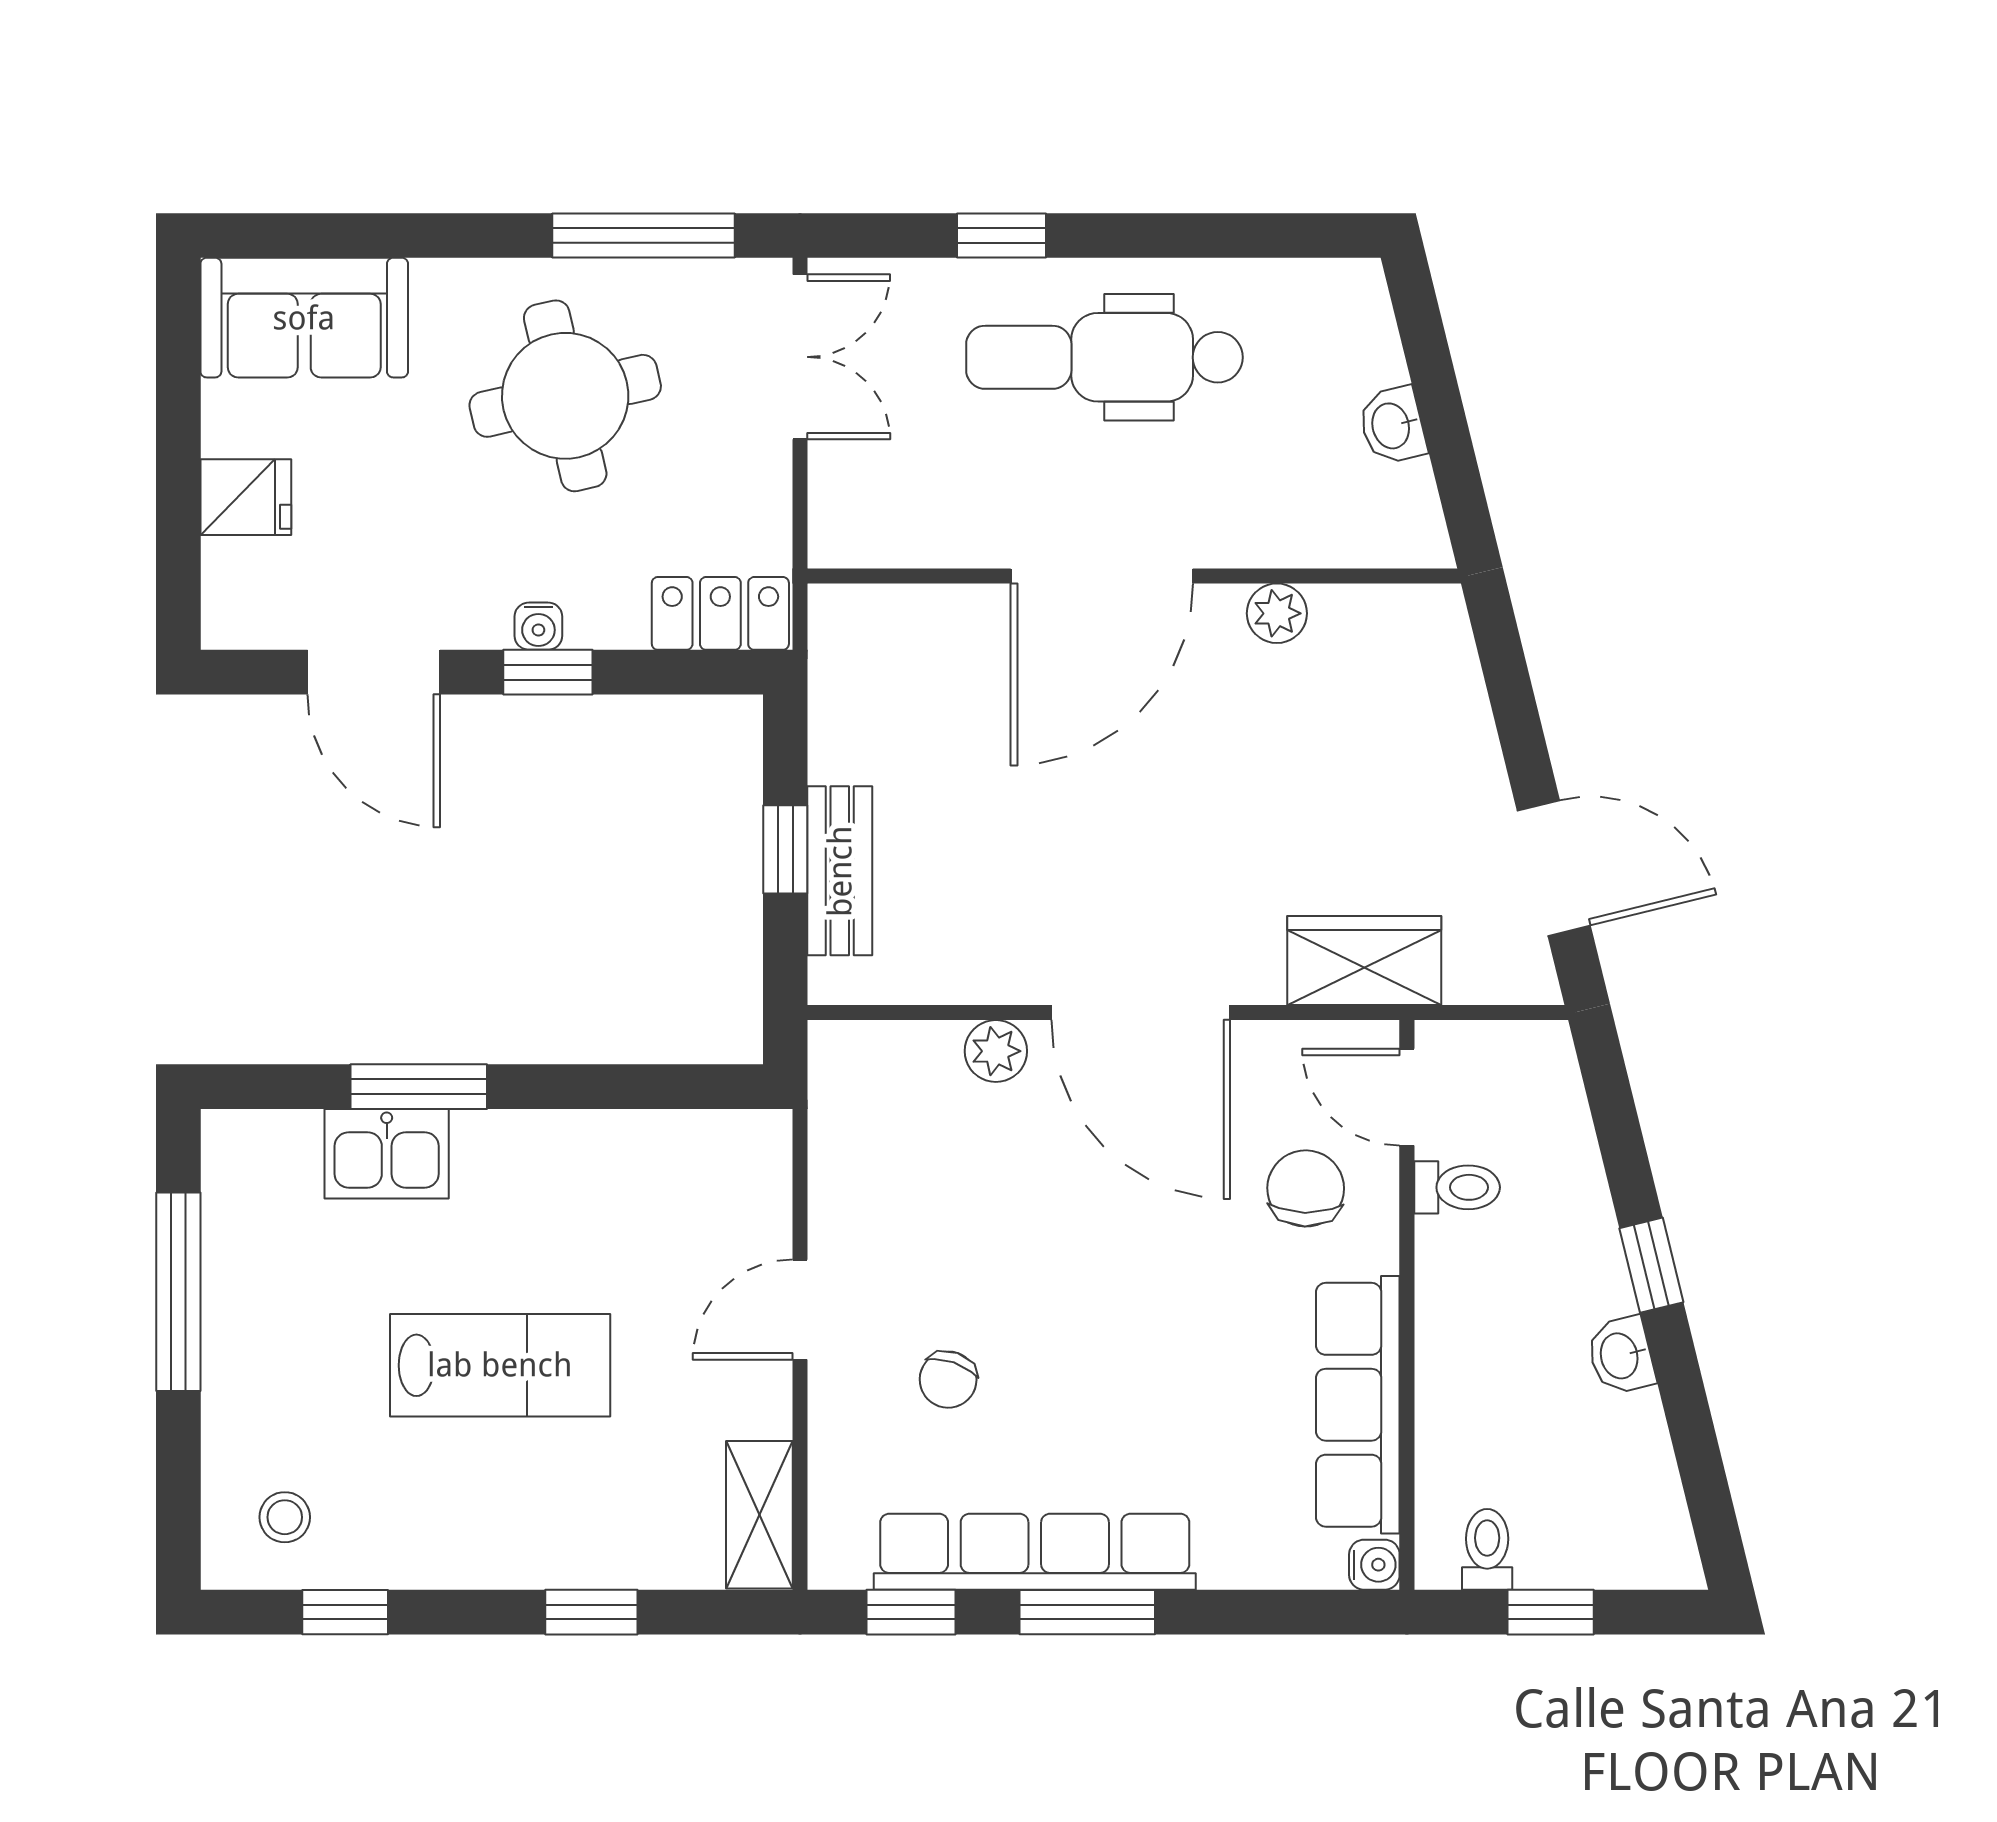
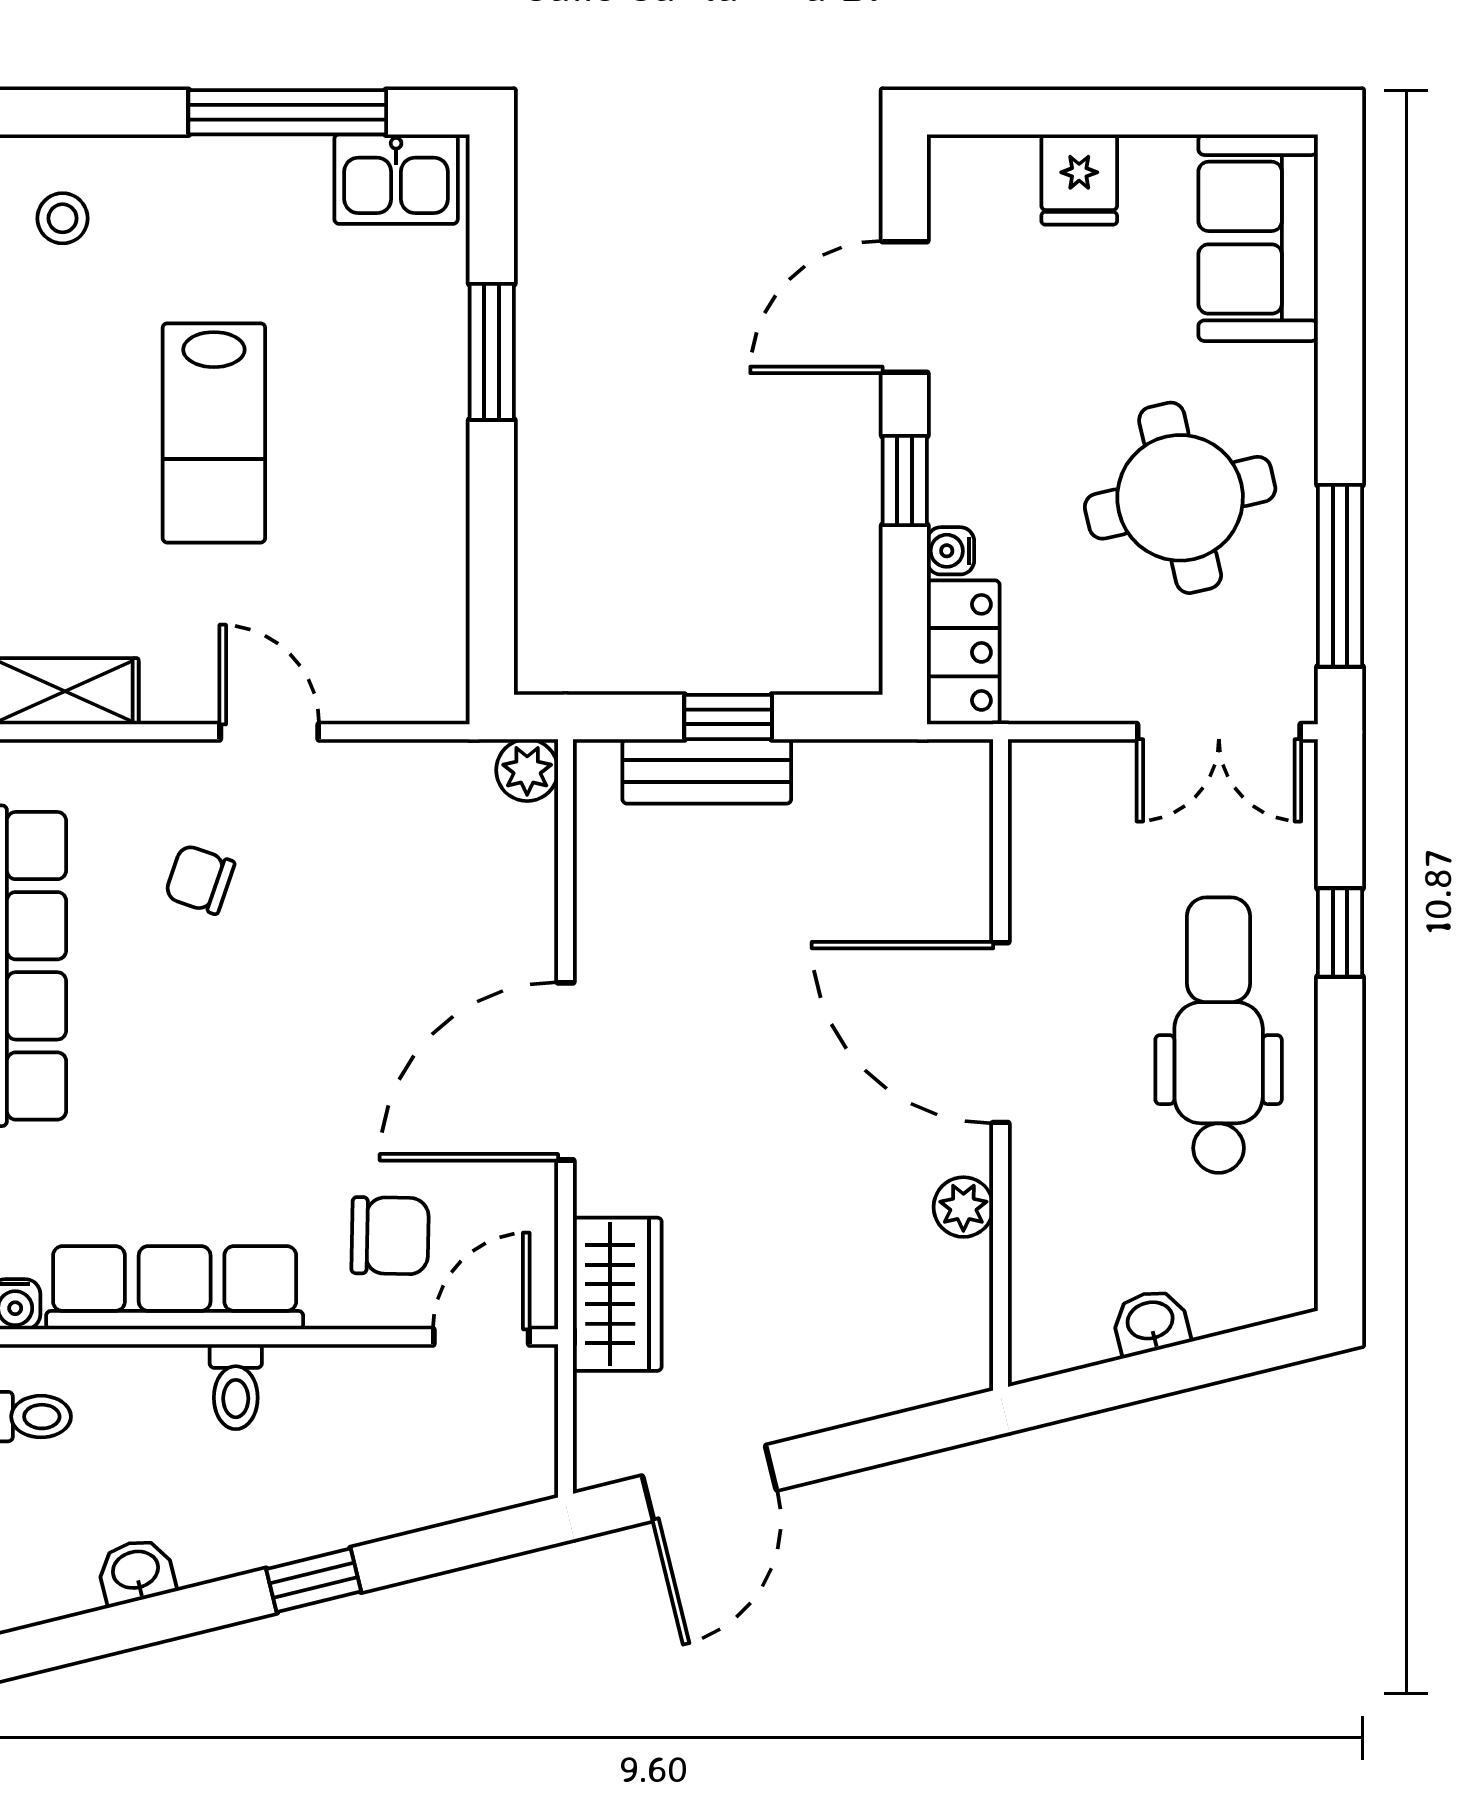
water cooler: (538, 626) -> (951, 551), moved
plant: (996, 1051) -> (527, 770), moved
kitchen sink: (387, 1154) -> (396, 179), moved, turned -90
toilet: (1457, 1187) -> (236, 1387), moved
washbasin: (1621, 1355) -> (136, 1571), moved

